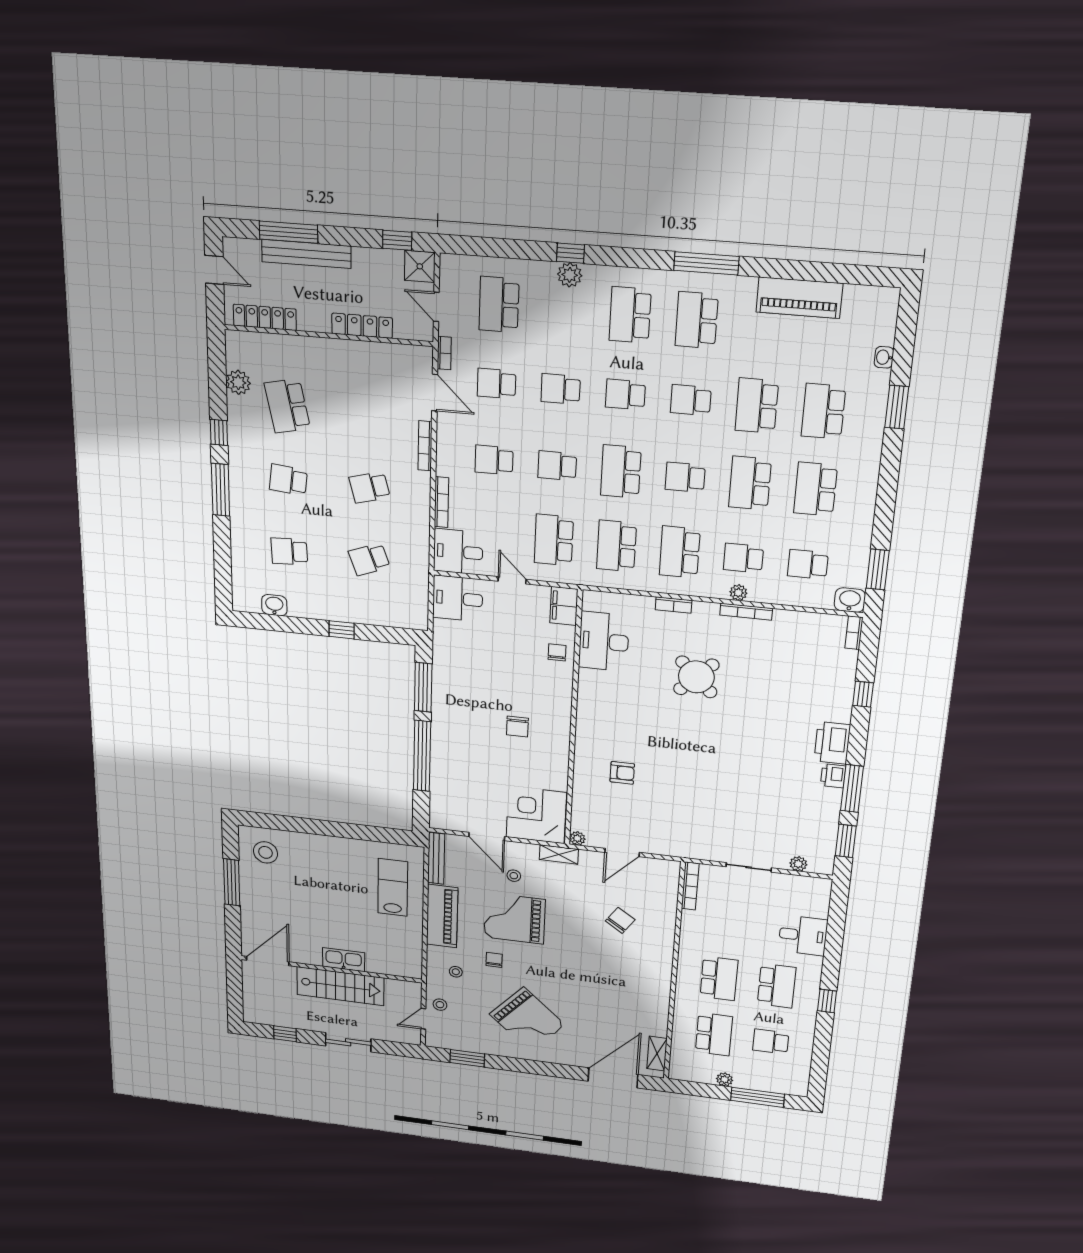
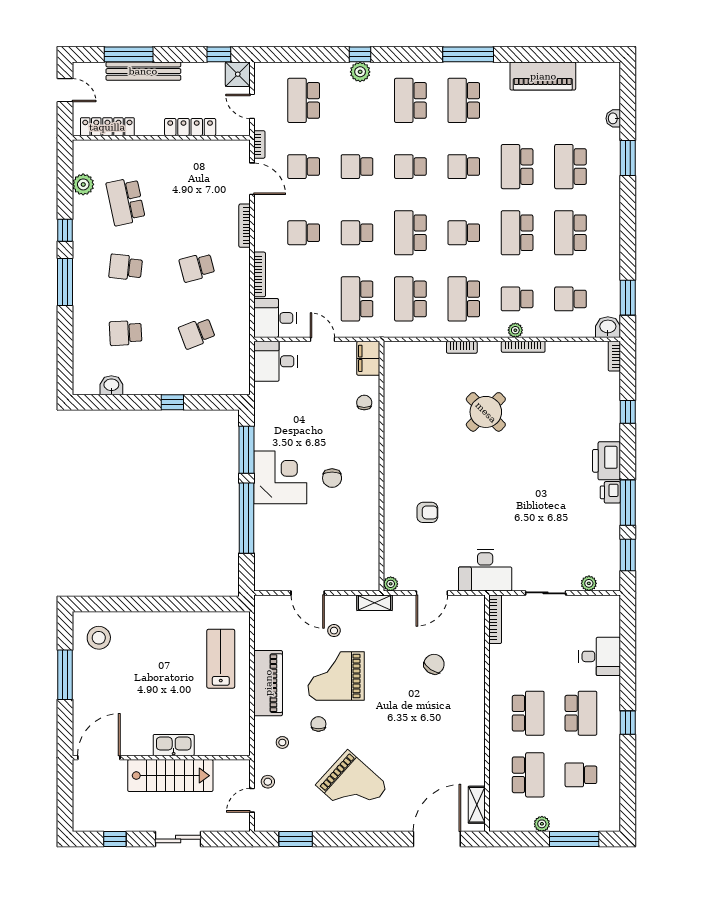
desk: (604, 641) -> (485, 570), moved, turned -90
corner desk: (536, 815) -> (280, 477), moved, turned 90
bench: (436, 858) -> (261, 622), removed

